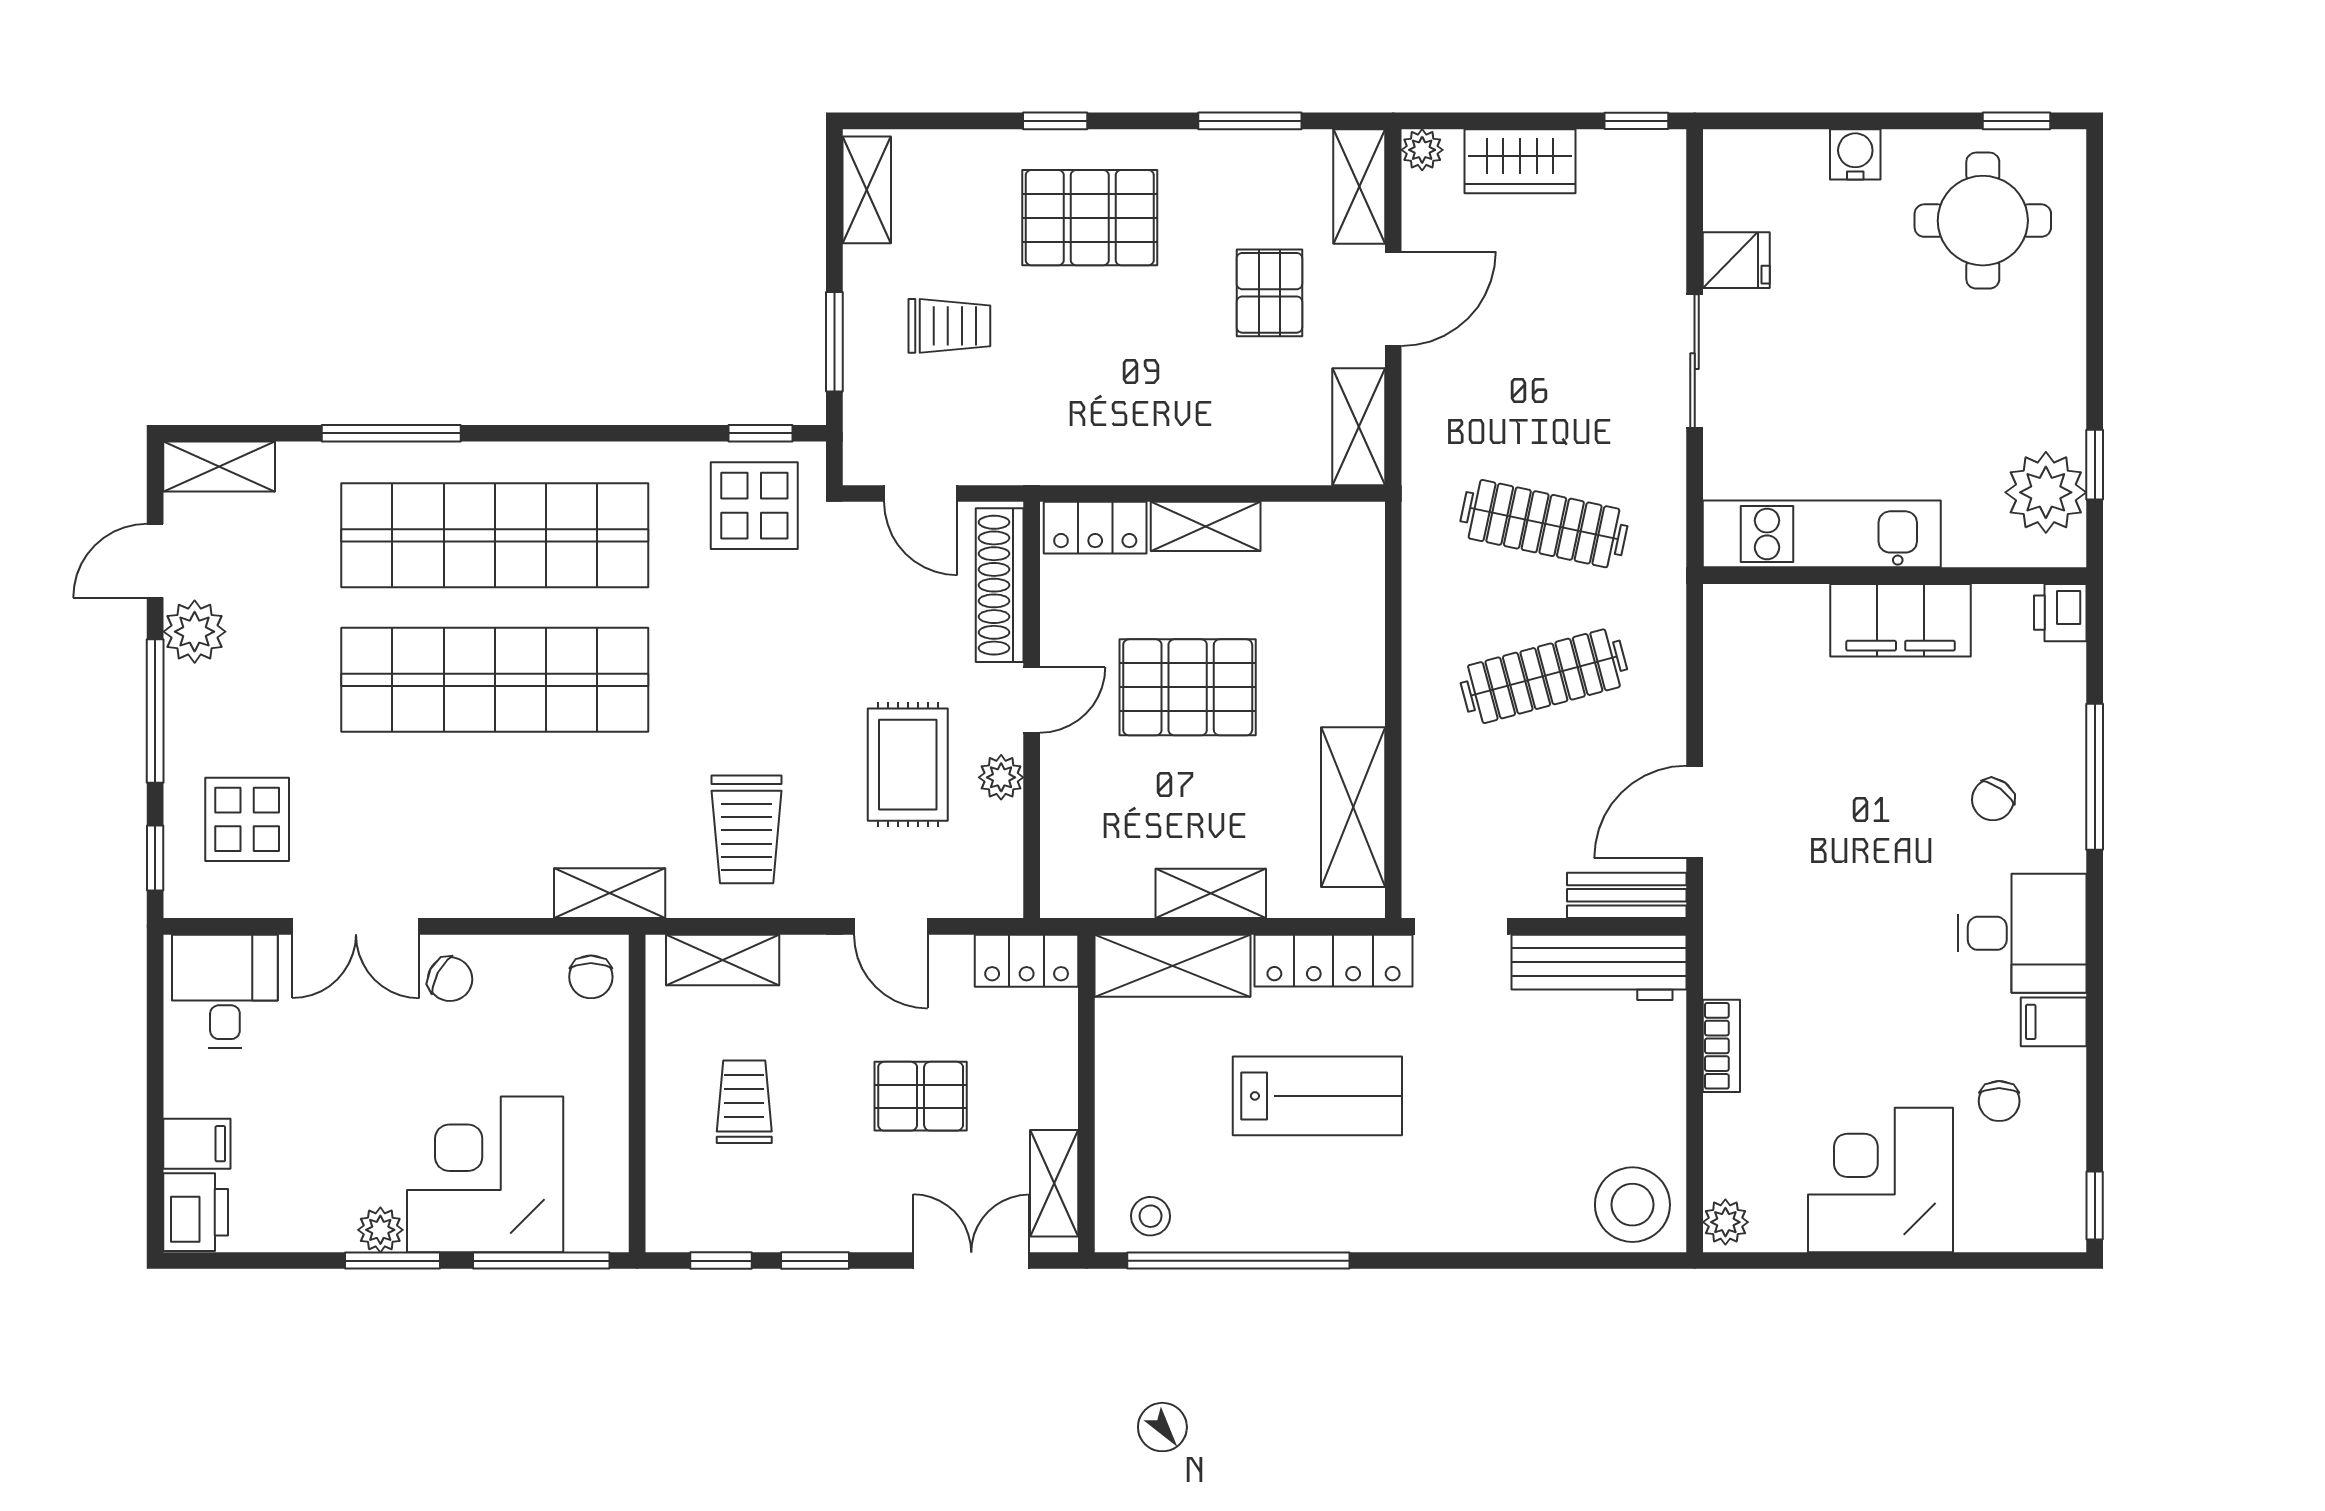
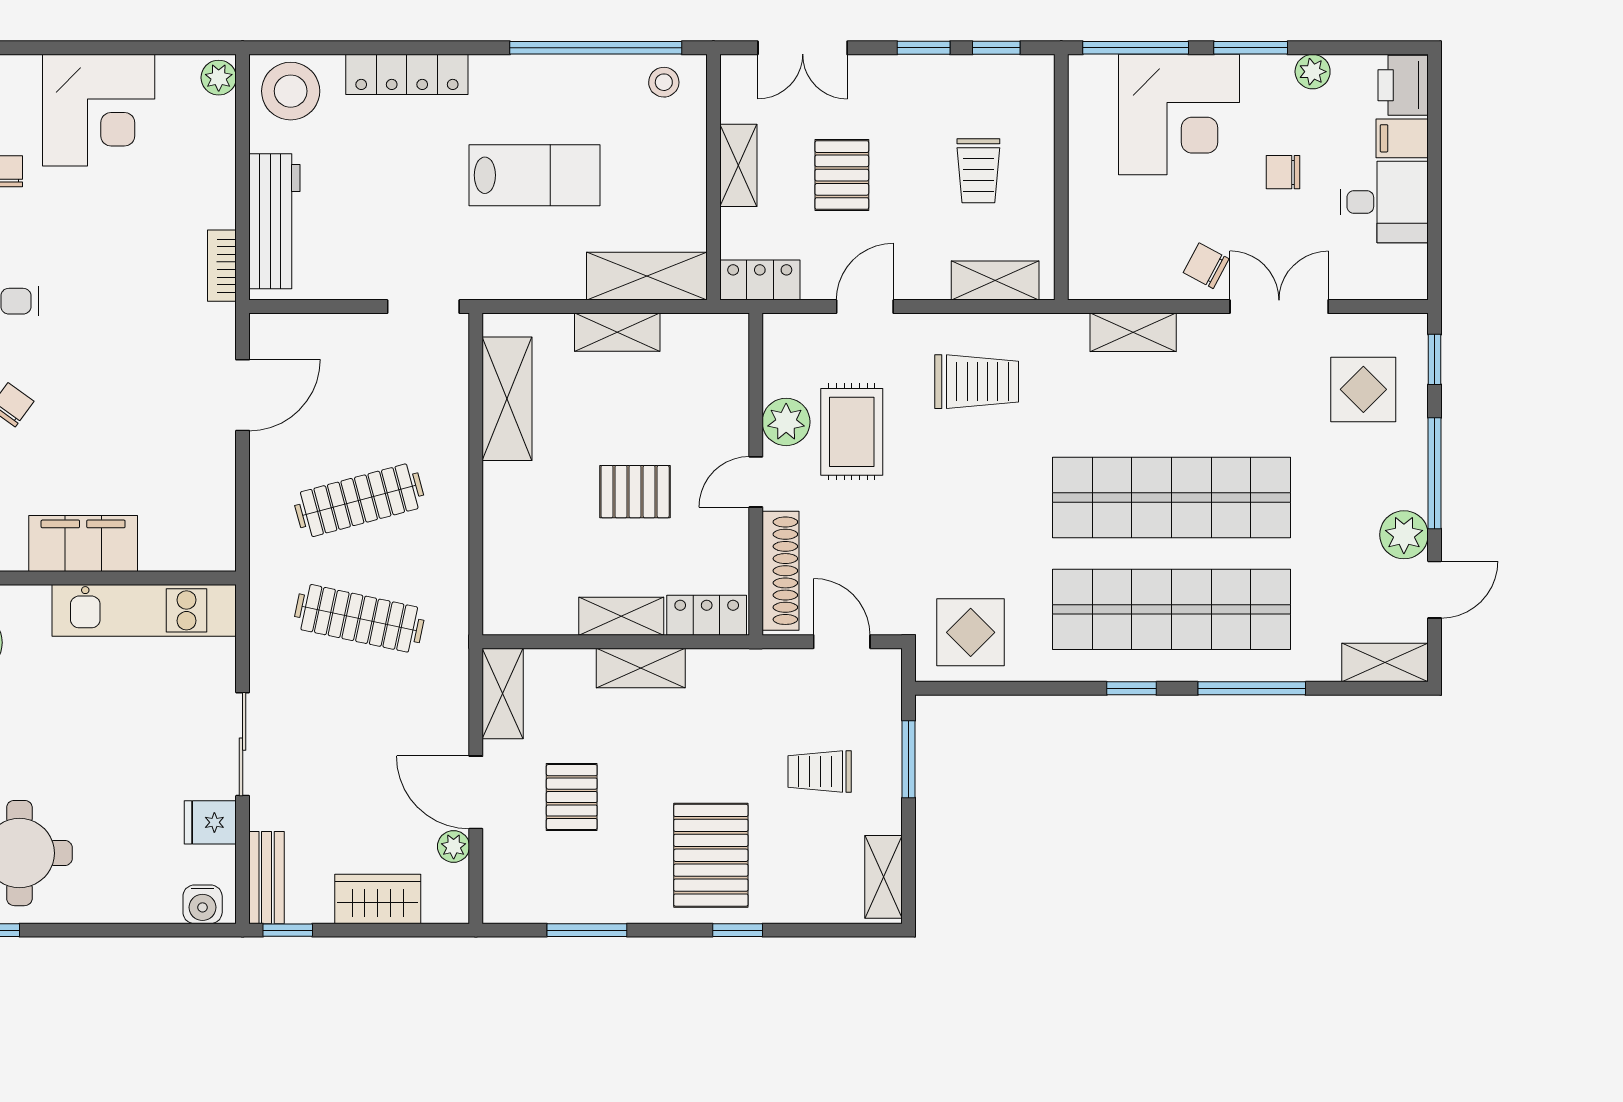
plant: (1422, 150) -> (454, 846), moved
water cooler: (1855, 154) -> (203, 904), moved
shelving: (1359, 186) -> (641, 668), moved, turned 90
pallet: (1090, 218) -> (711, 855), turned 90
door: (1393, 299) -> (476, 792), hinge flipped
window: (760, 433) -> (1132, 688), moved
pallet: (1188, 687) -> (635, 492), width x0.67, depth x0.71
plant: (1001, 777) -> (786, 422), width x1.38, depth x1.38
trolley: (747, 829) -> (977, 382), turned 90
shelving: (610, 893) -> (1133, 332), moved
bench: (1627, 895) -> (267, 878), moved, turned 90
door: (891, 926) -> (865, 307), hinge flipped
locker: (1333, 961) -> (407, 74), moved, turned 180
workbench: (1599, 967) -> (274, 221), moved, turned 90
chair: (591, 977) -> (1283, 172), moved, turned -90
desk: (225, 991) -> (1384, 202), moved, turned -90
bookcase: (1721, 1046) -> (222, 266), moved
pallet: (921, 1096) -> (842, 175), turned 90
lab bench: (1317, 1096) -> (535, 175), turned 180
shelving: (1054, 1183) -> (738, 165), moved
plant: (380, 1230) -> (1313, 72), moved

